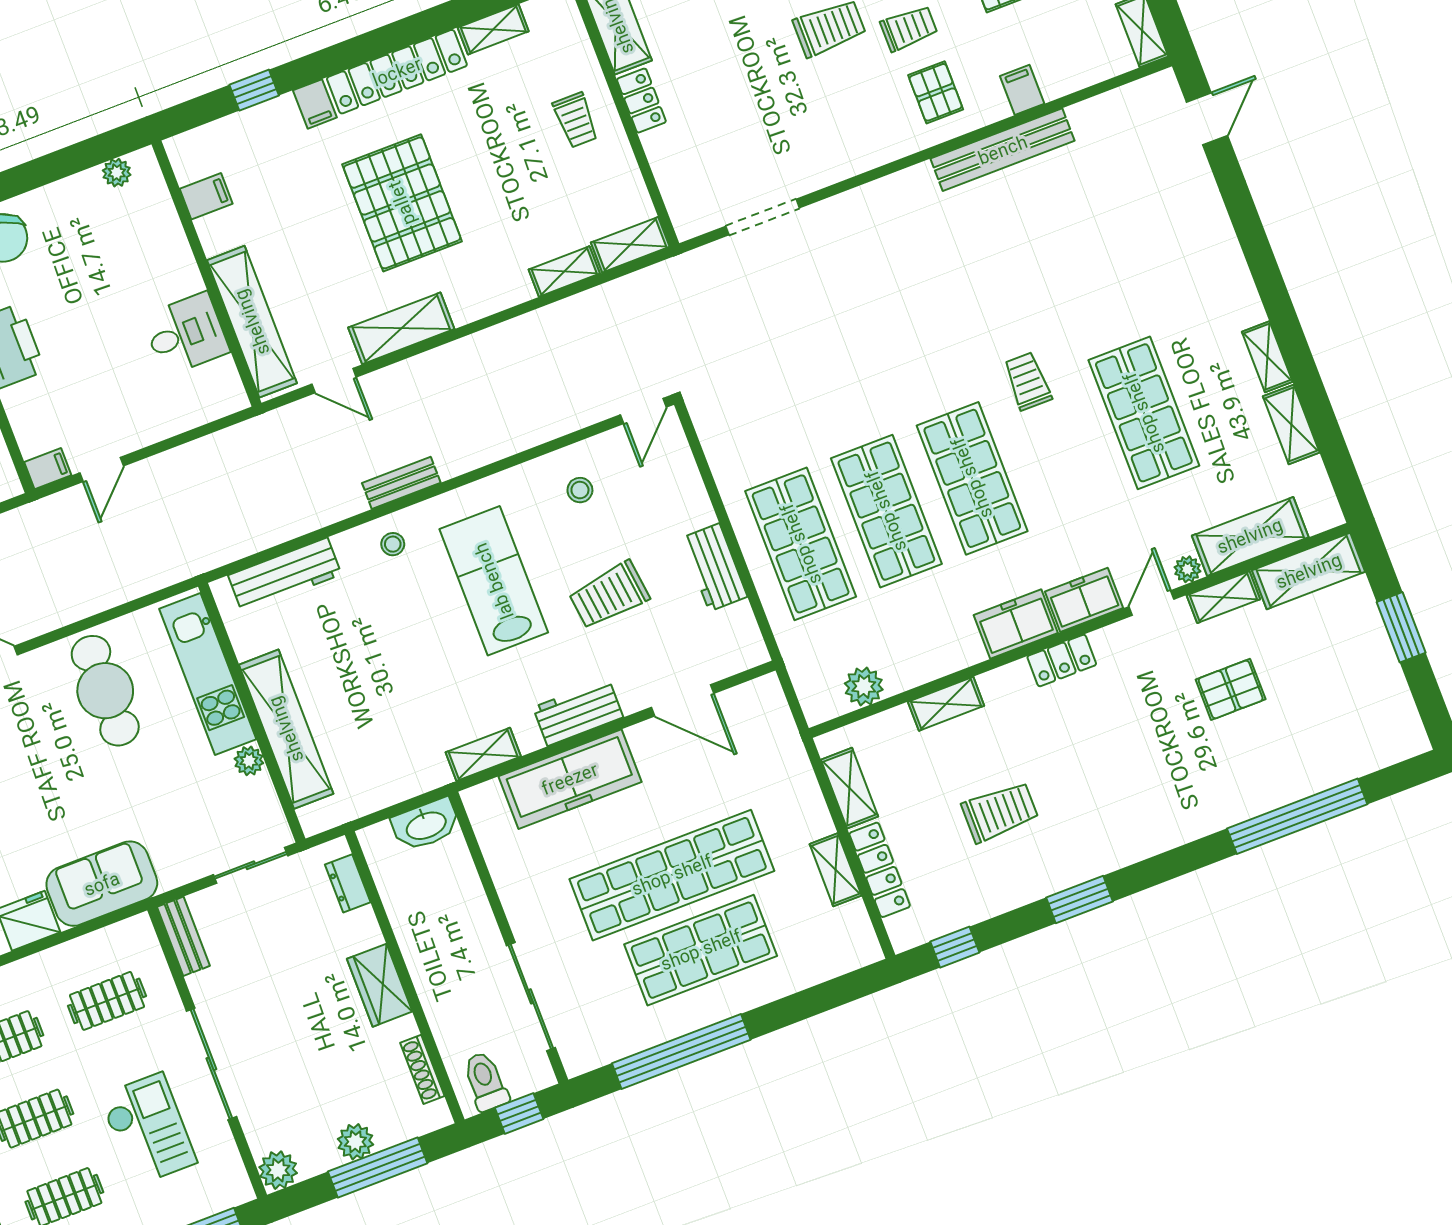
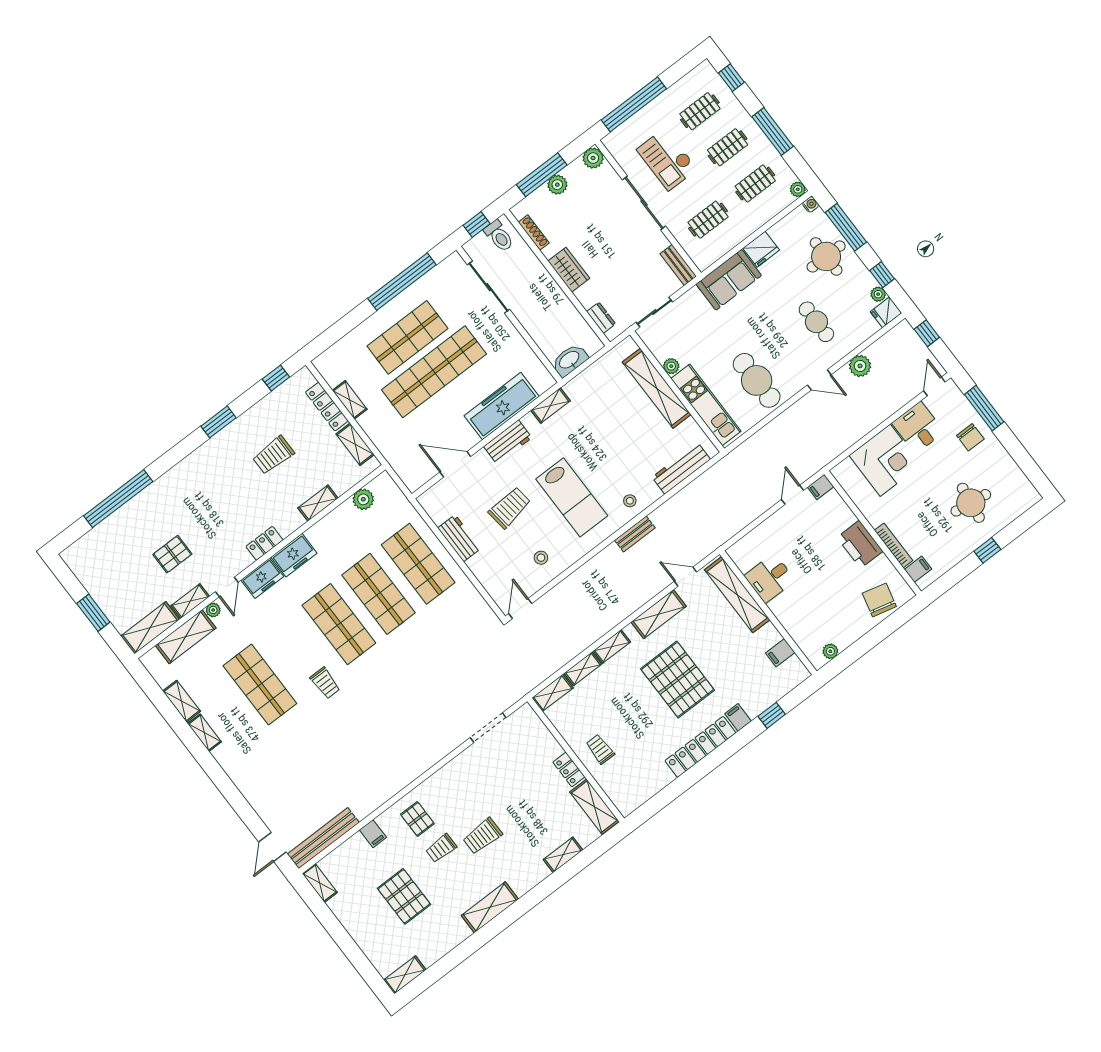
shelving: (493, 29) -> (612, 646), moved
bench: (1003, 150) -> (323, 838), moved

